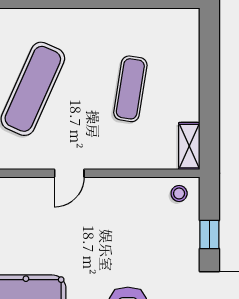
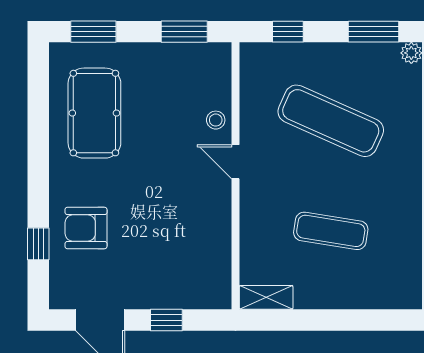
stool: (179, 193) -> (216, 120), moved

